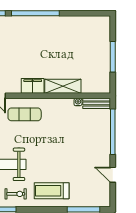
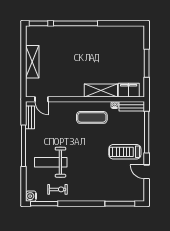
filing cabinet: (33, 86) -> (129, 90), moved
exercise mat: (25, 114) -> (92, 117), moved
treadmill: (52, 191) -> (125, 152), moved

